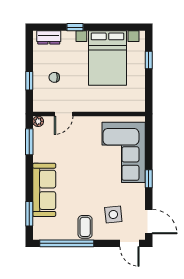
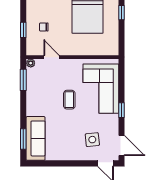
door: (64, 114) -> (51, 57), swing flipped
sofa: (44, 190) -> (36, 138), moved
coffee table: (85, 227) -> (69, 100), moved
window: (67, 243) -> (54, 163), removed

